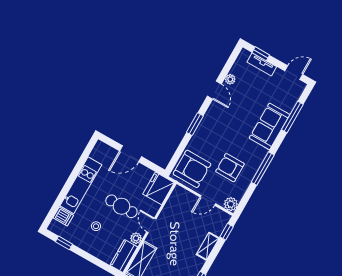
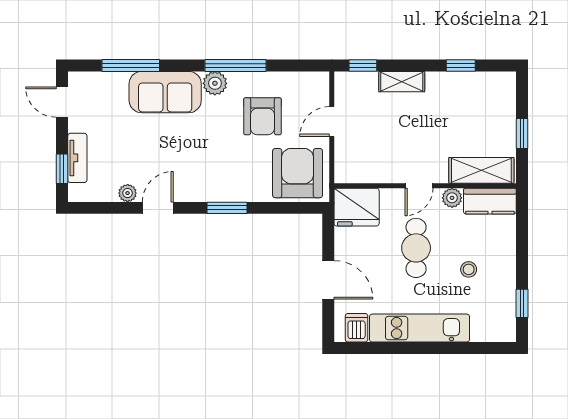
door: (208, 200) -> (332, 121), swing flipped
plant: (231, 204) -> (215, 83), moved
dishwasher: (63, 217) -> (357, 328), moved

